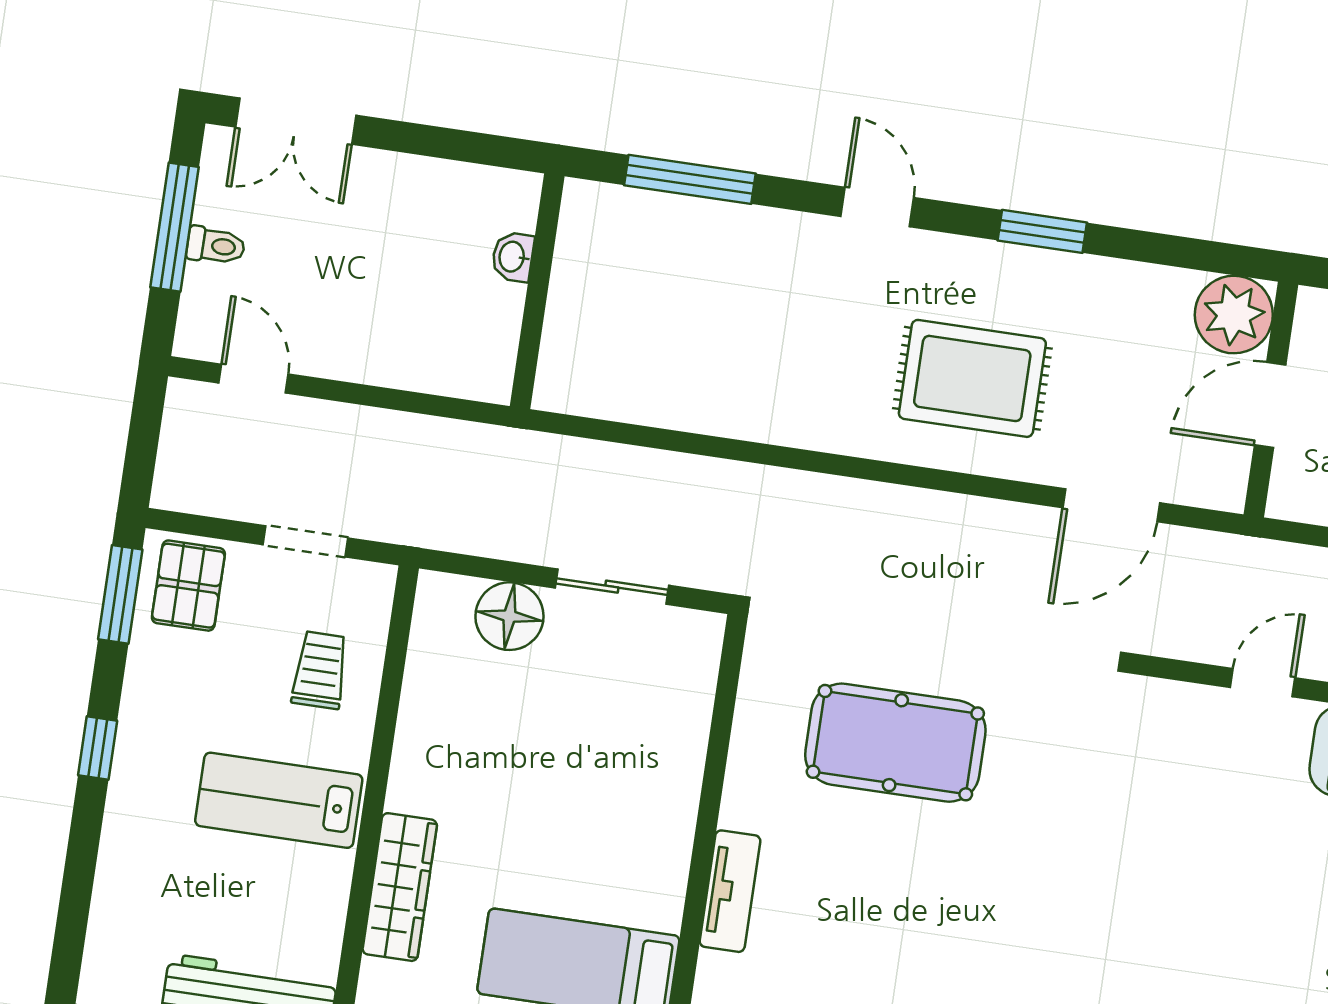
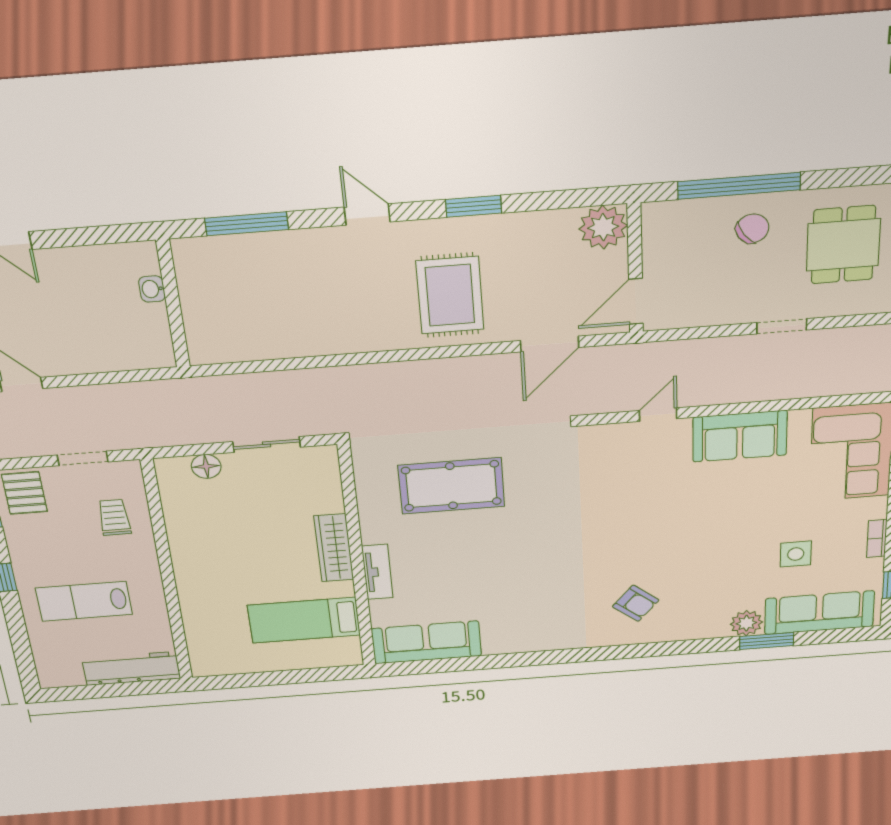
rug: (972, 378) -> (450, 295), turned 90
door: (1270, 405) -> (636, 301), moved
floor lamp: (509, 616) -> (206, 466), width x0.73, depth x0.73
lab bench: (279, 800) -> (84, 601), moved
wardrobe: (400, 887) -> (334, 548), moved, turned 180

